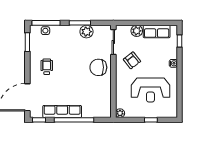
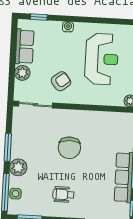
plant: (86, 32) -> (18, 167), moved
chair: (98, 67) -> (69, 148), moved

